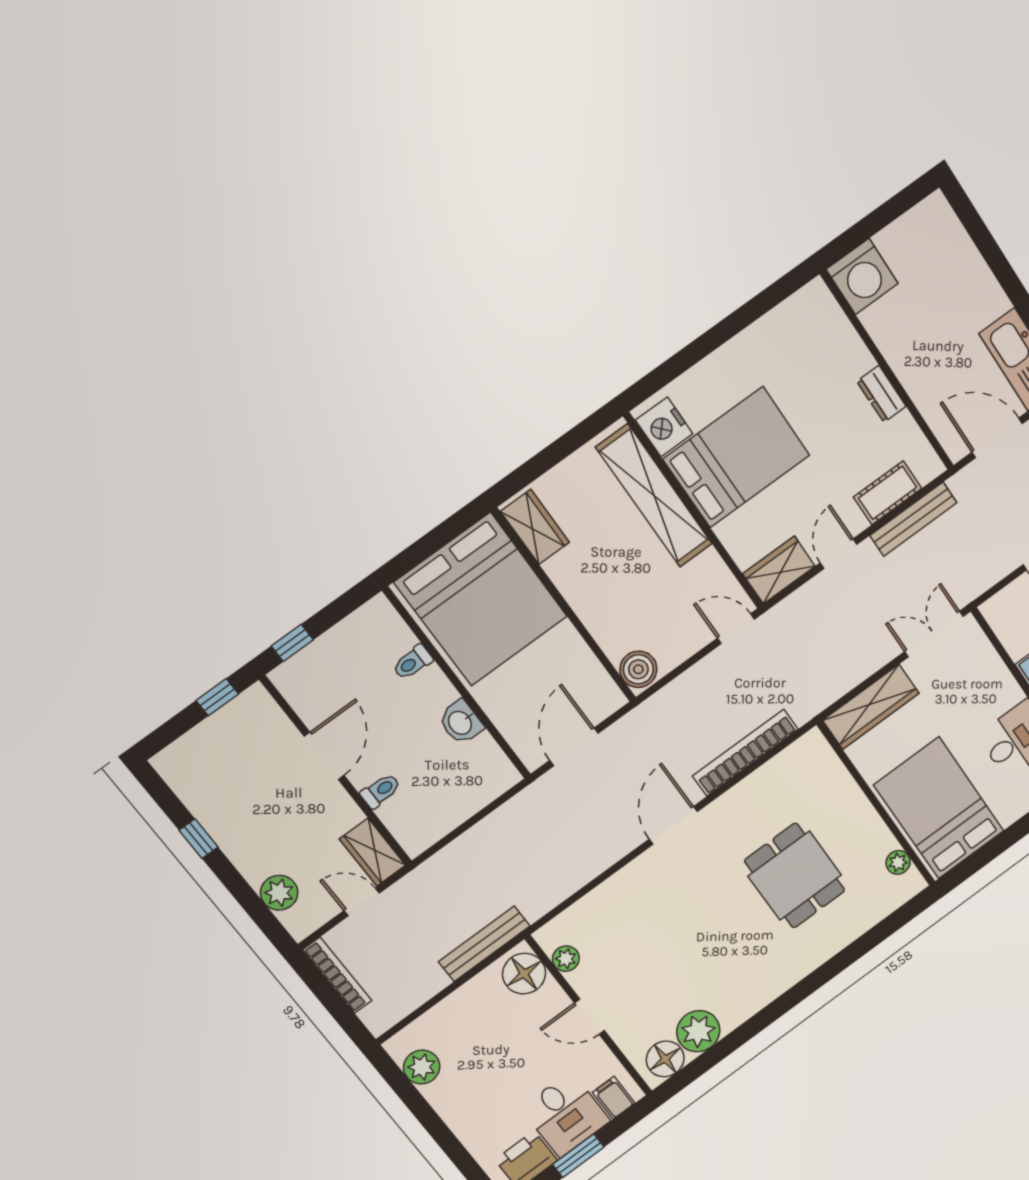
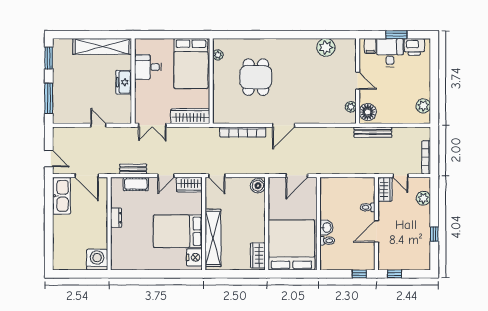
bench: (913, 519) -> (133, 169), width x0.73
washbasin: (461, 722) -> (326, 228), moved
floor lamp: (665, 1059) -> (344, 46), removed

